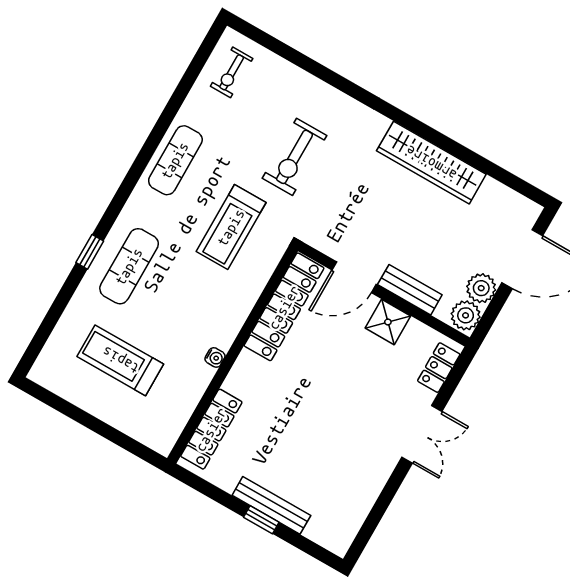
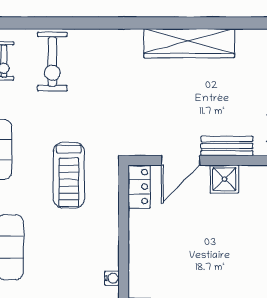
exercise bike: (295, 157) -> (52, 62), moved
locker: (284, 307) -> (139, 187), width x0.46, depth x0.83

